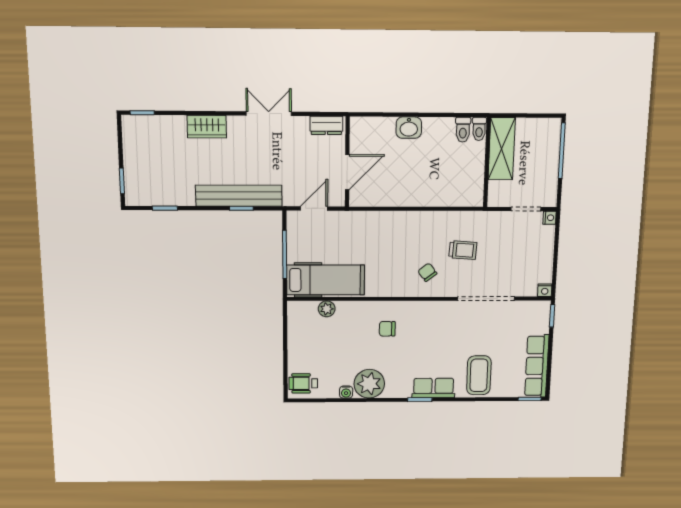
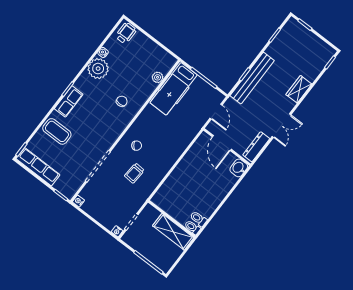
dresser: (326, 125) -> (256, 147), width x1.44
washbasin: (409, 128) -> (239, 168), moved

